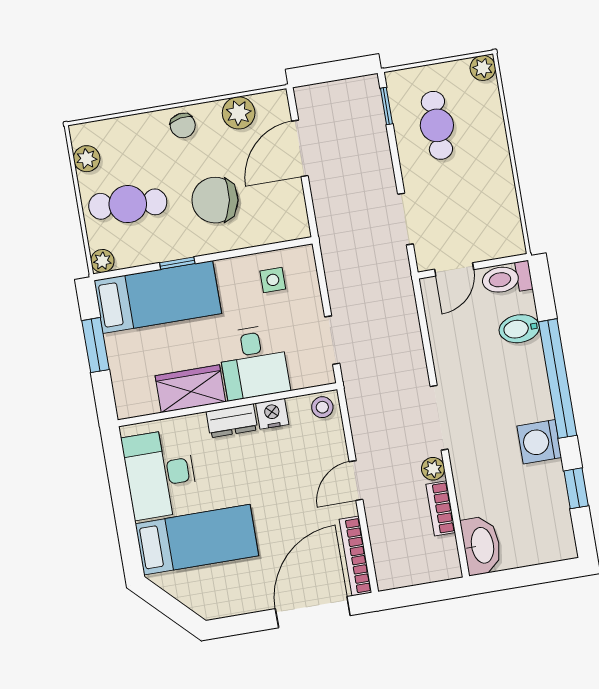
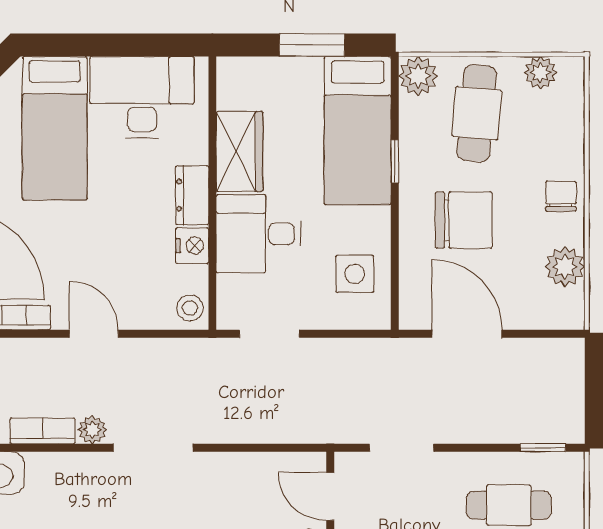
chair: (183, 125) -> (561, 196), turned 100
door: (300, 148) -> (467, 334), moved
chair: (215, 200) -> (464, 220), turned 80
plant: (102, 261) -> (418, 76), width x1.38, depth x1.38
side table: (273, 280) -> (355, 274), width x1.37, depth x1.37

